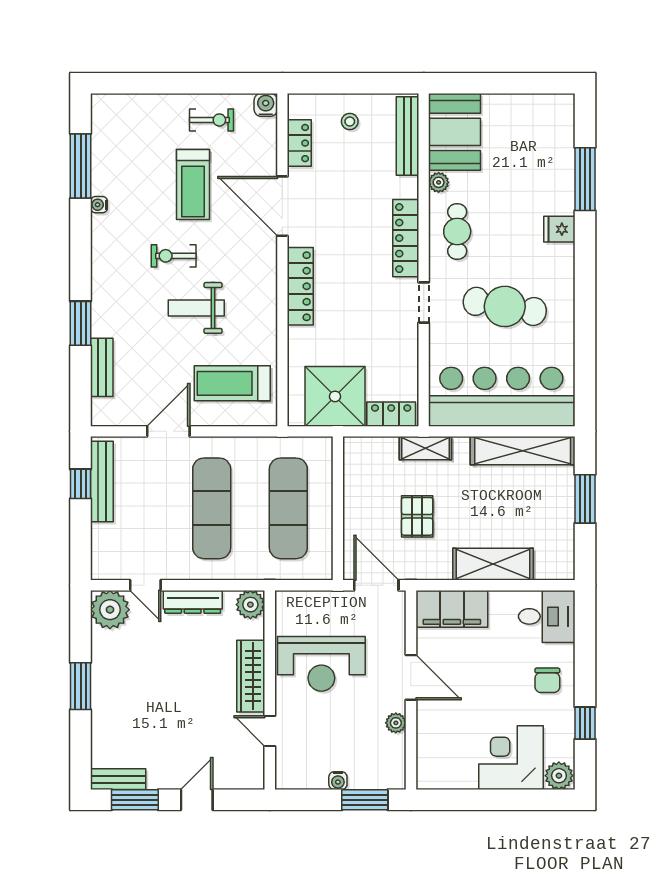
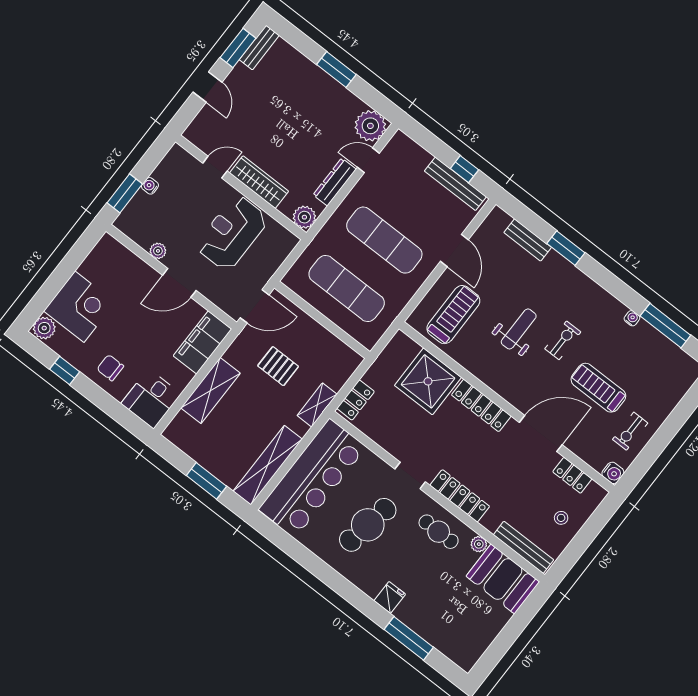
shower: (335, 396) -> (428, 381), moved

